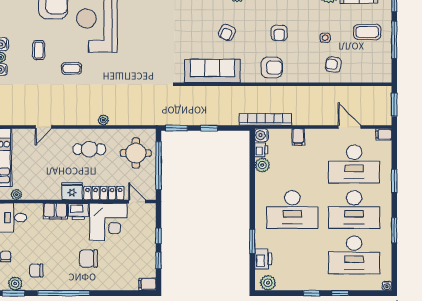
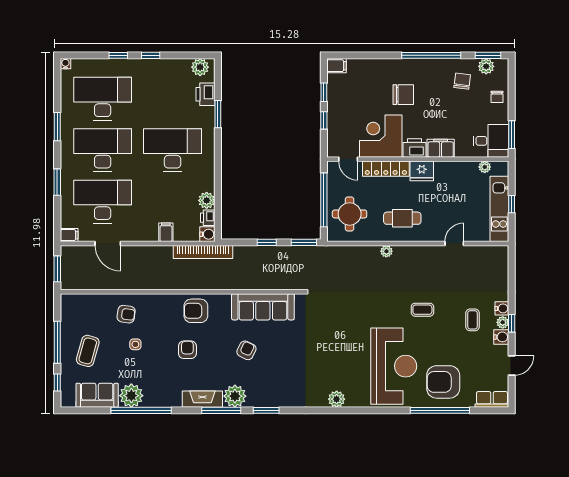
coffee table: (367, 32) -> (88, 351), turned -74
coffee table: (39, 50) -> (472, 320), moved
chair: (36, 270) -> (462, 81), turned -83

